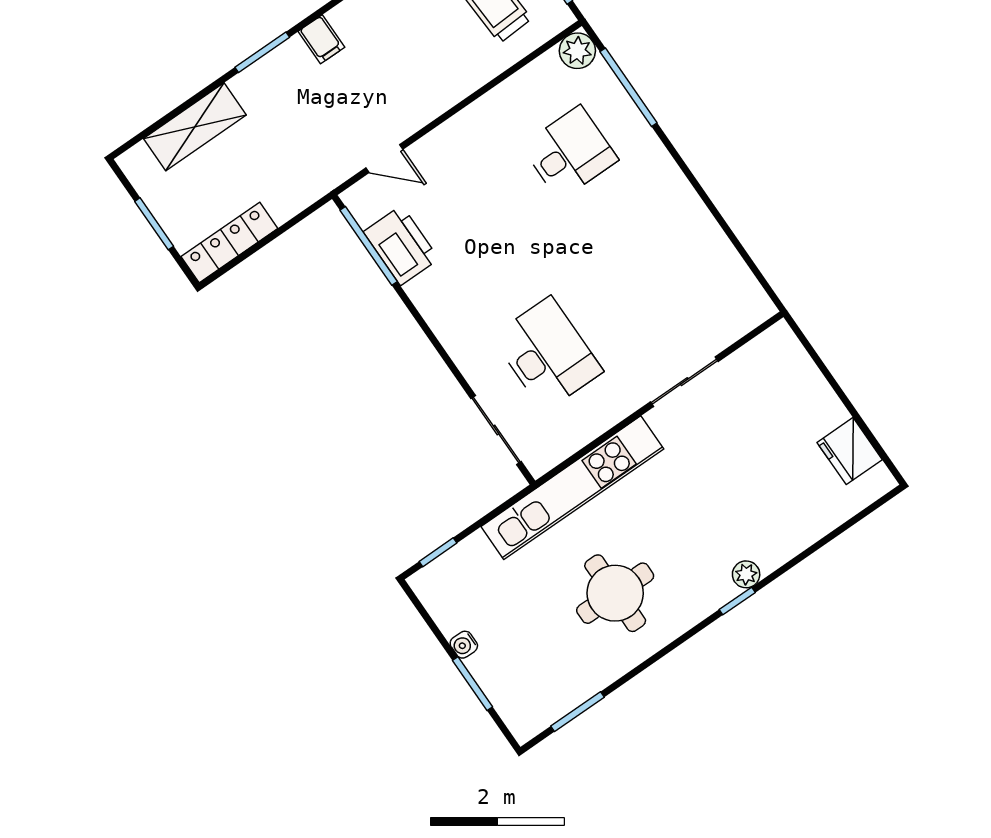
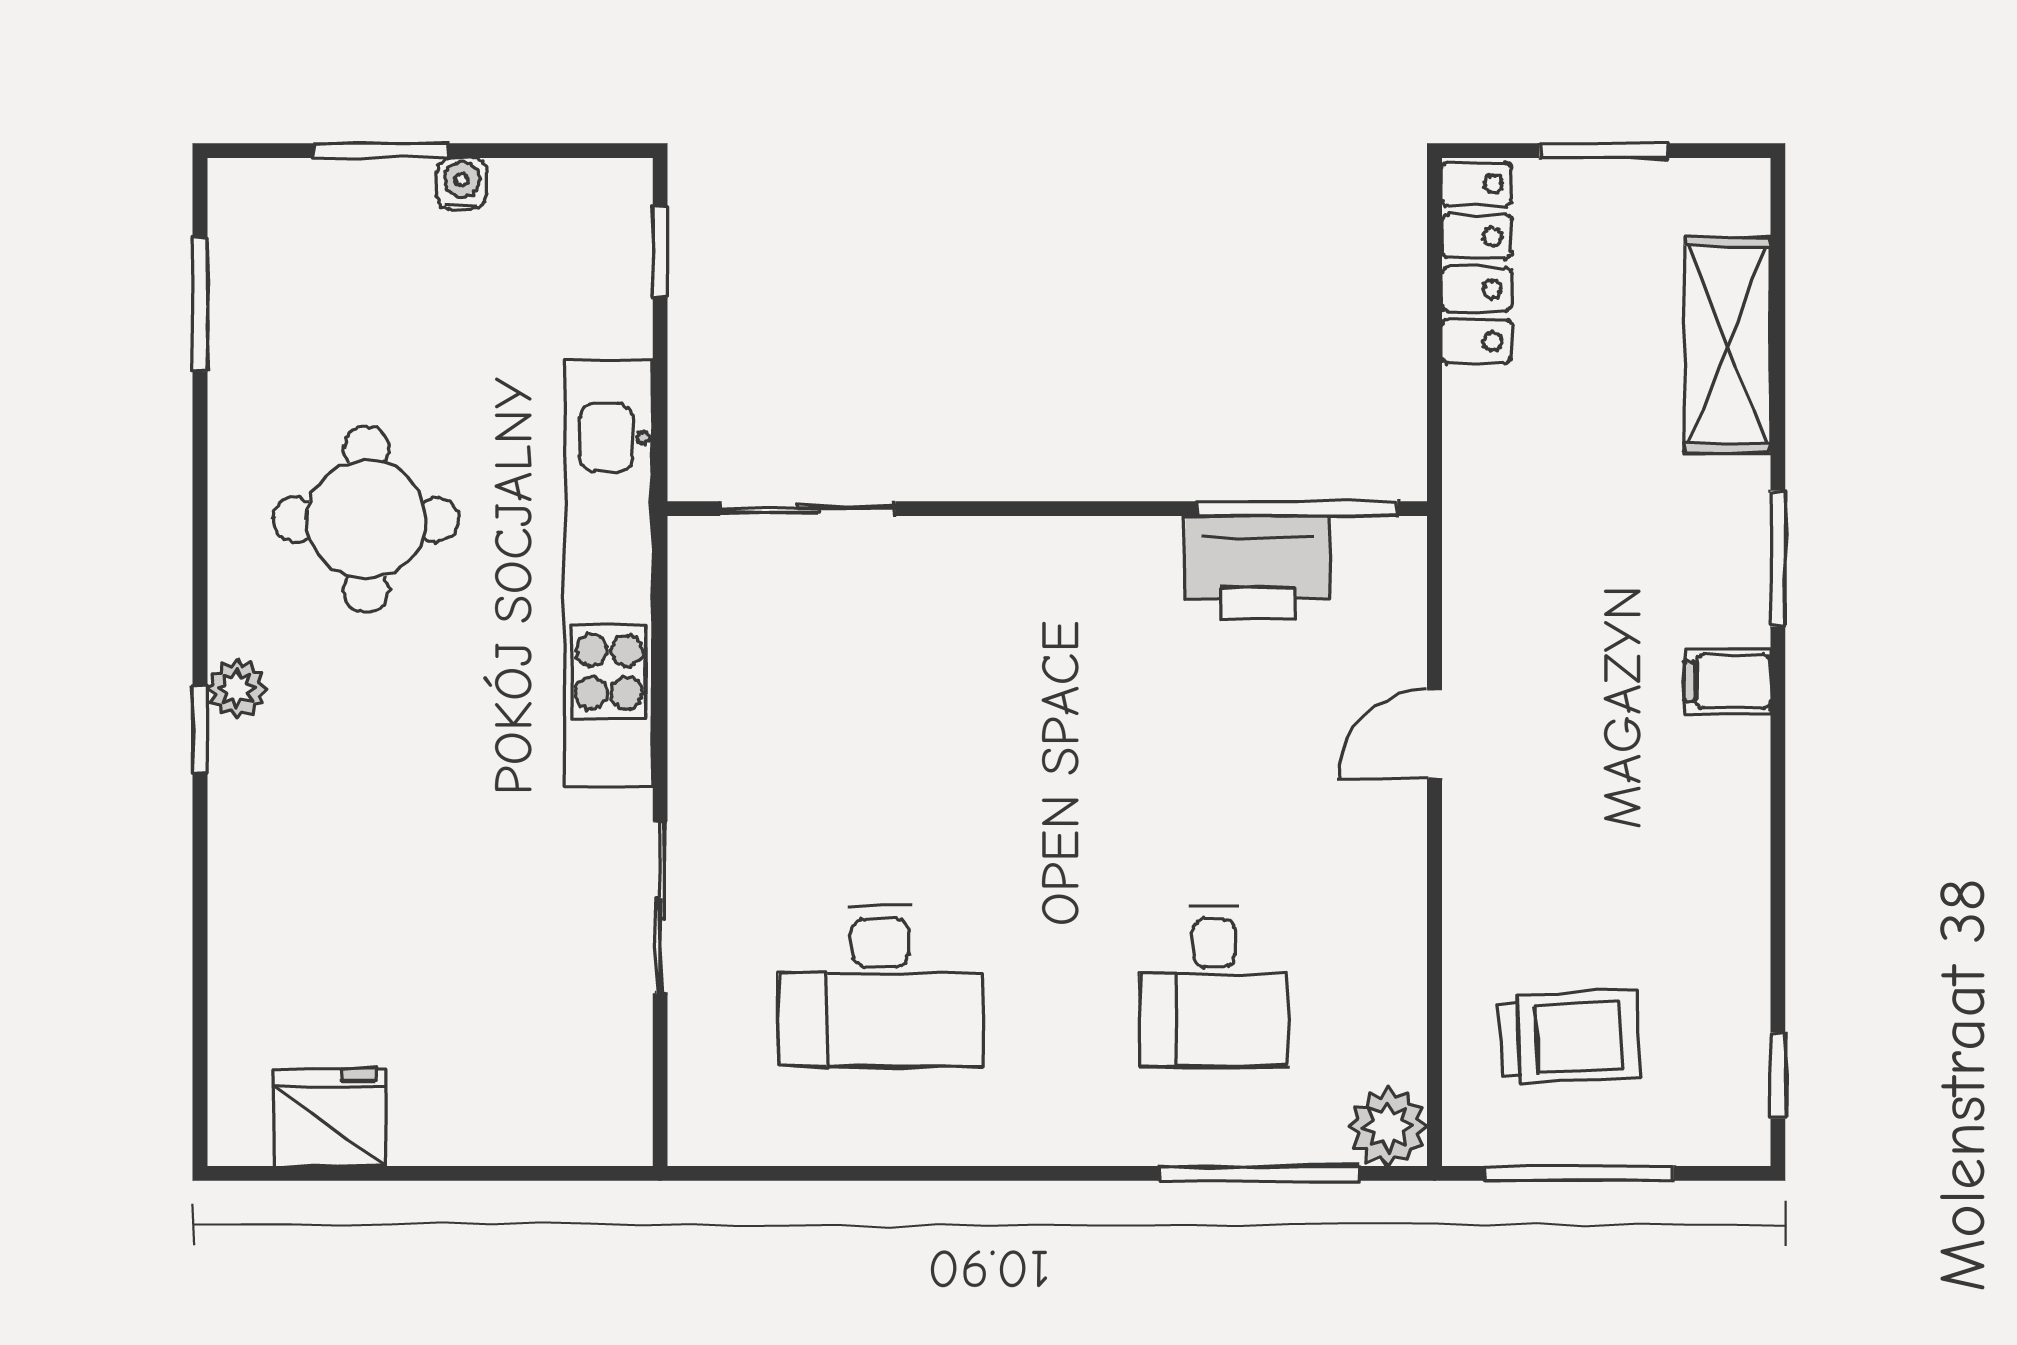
door: (384, 159) -> (1435, 734), moved
desk: (547, 354) -> (880, 986), moved
plant: (746, 574) -> (237, 689), moved

